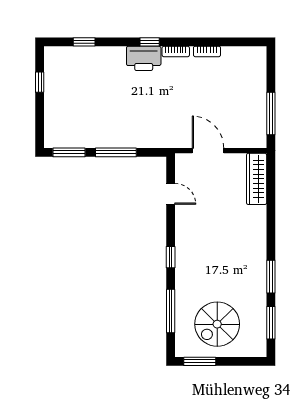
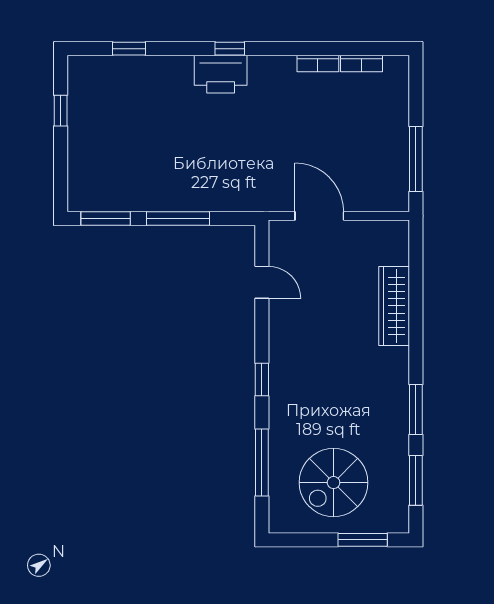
bookcase: (176, 51) -> (362, 64), moved
wardrobe: (257, 179) -> (394, 306), moved
window: (200, 361) -> (363, 540), moved

